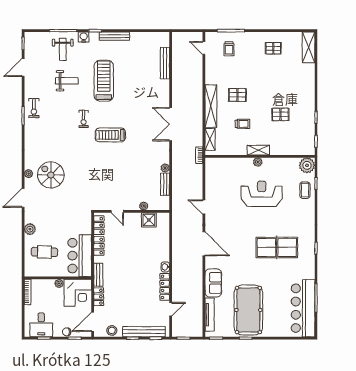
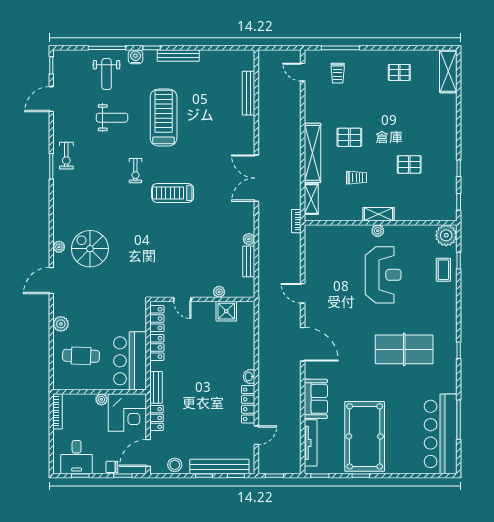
reception desk: (262, 194) -> (383, 275), turned 90

